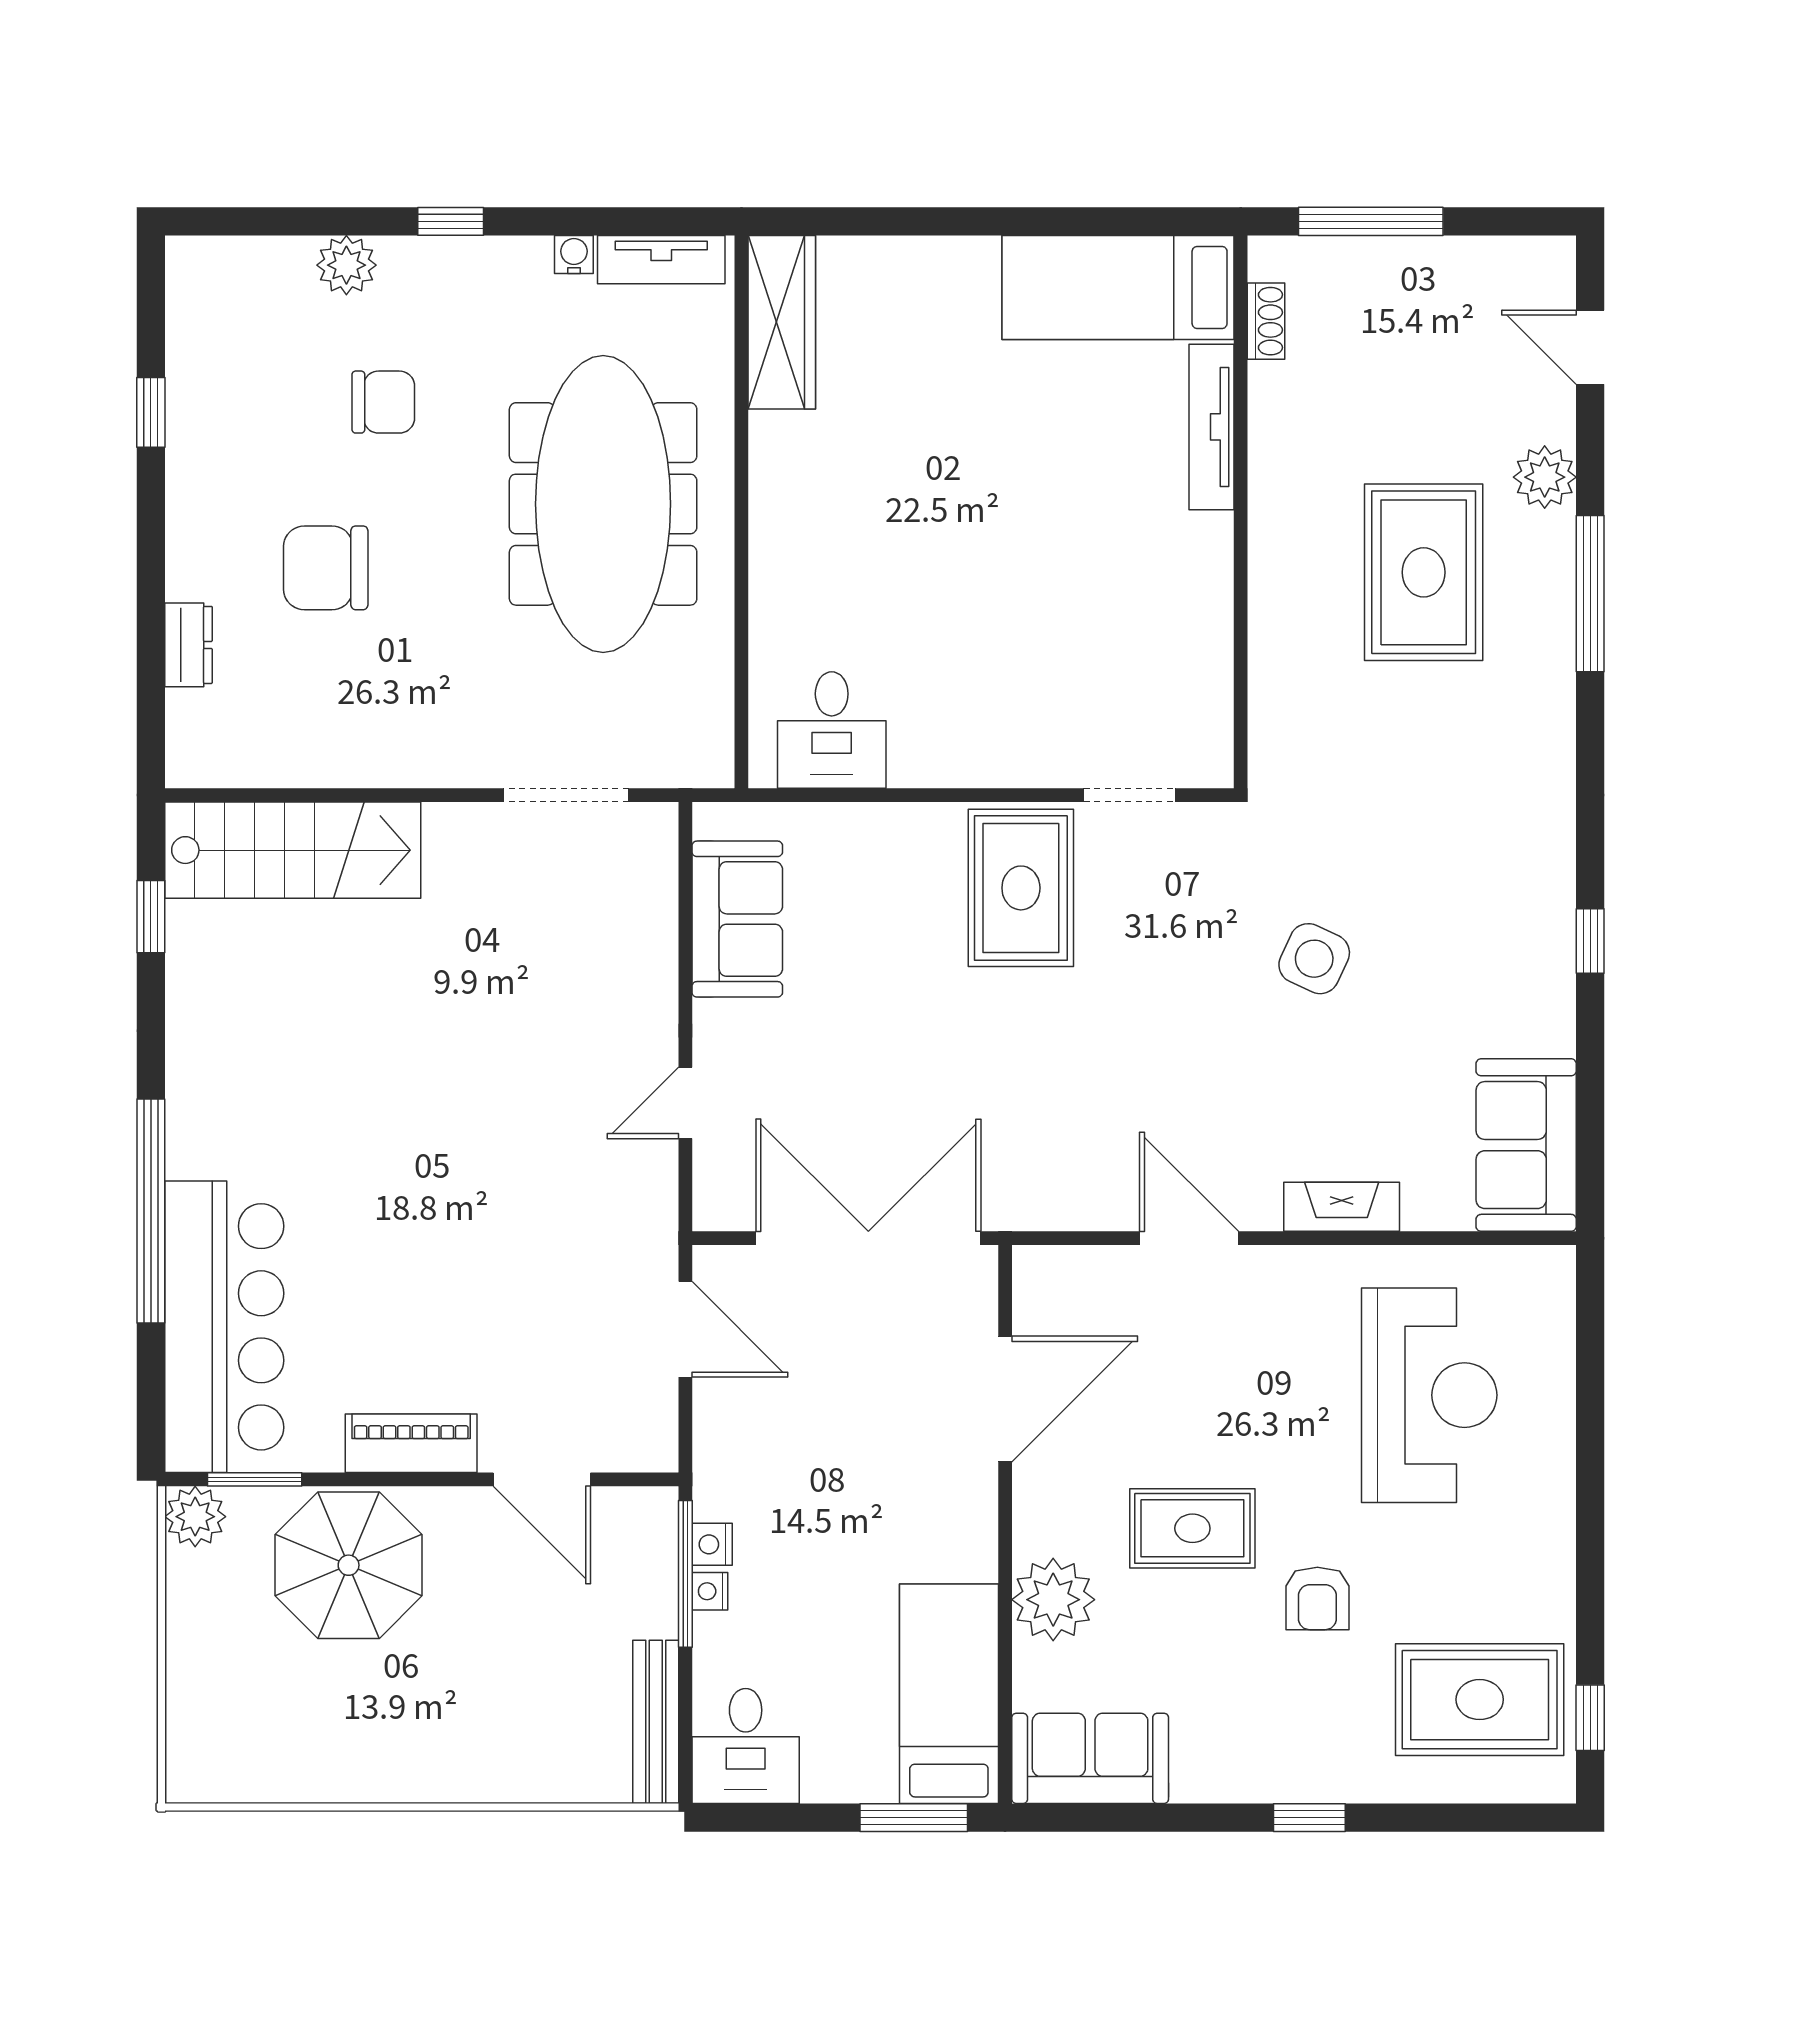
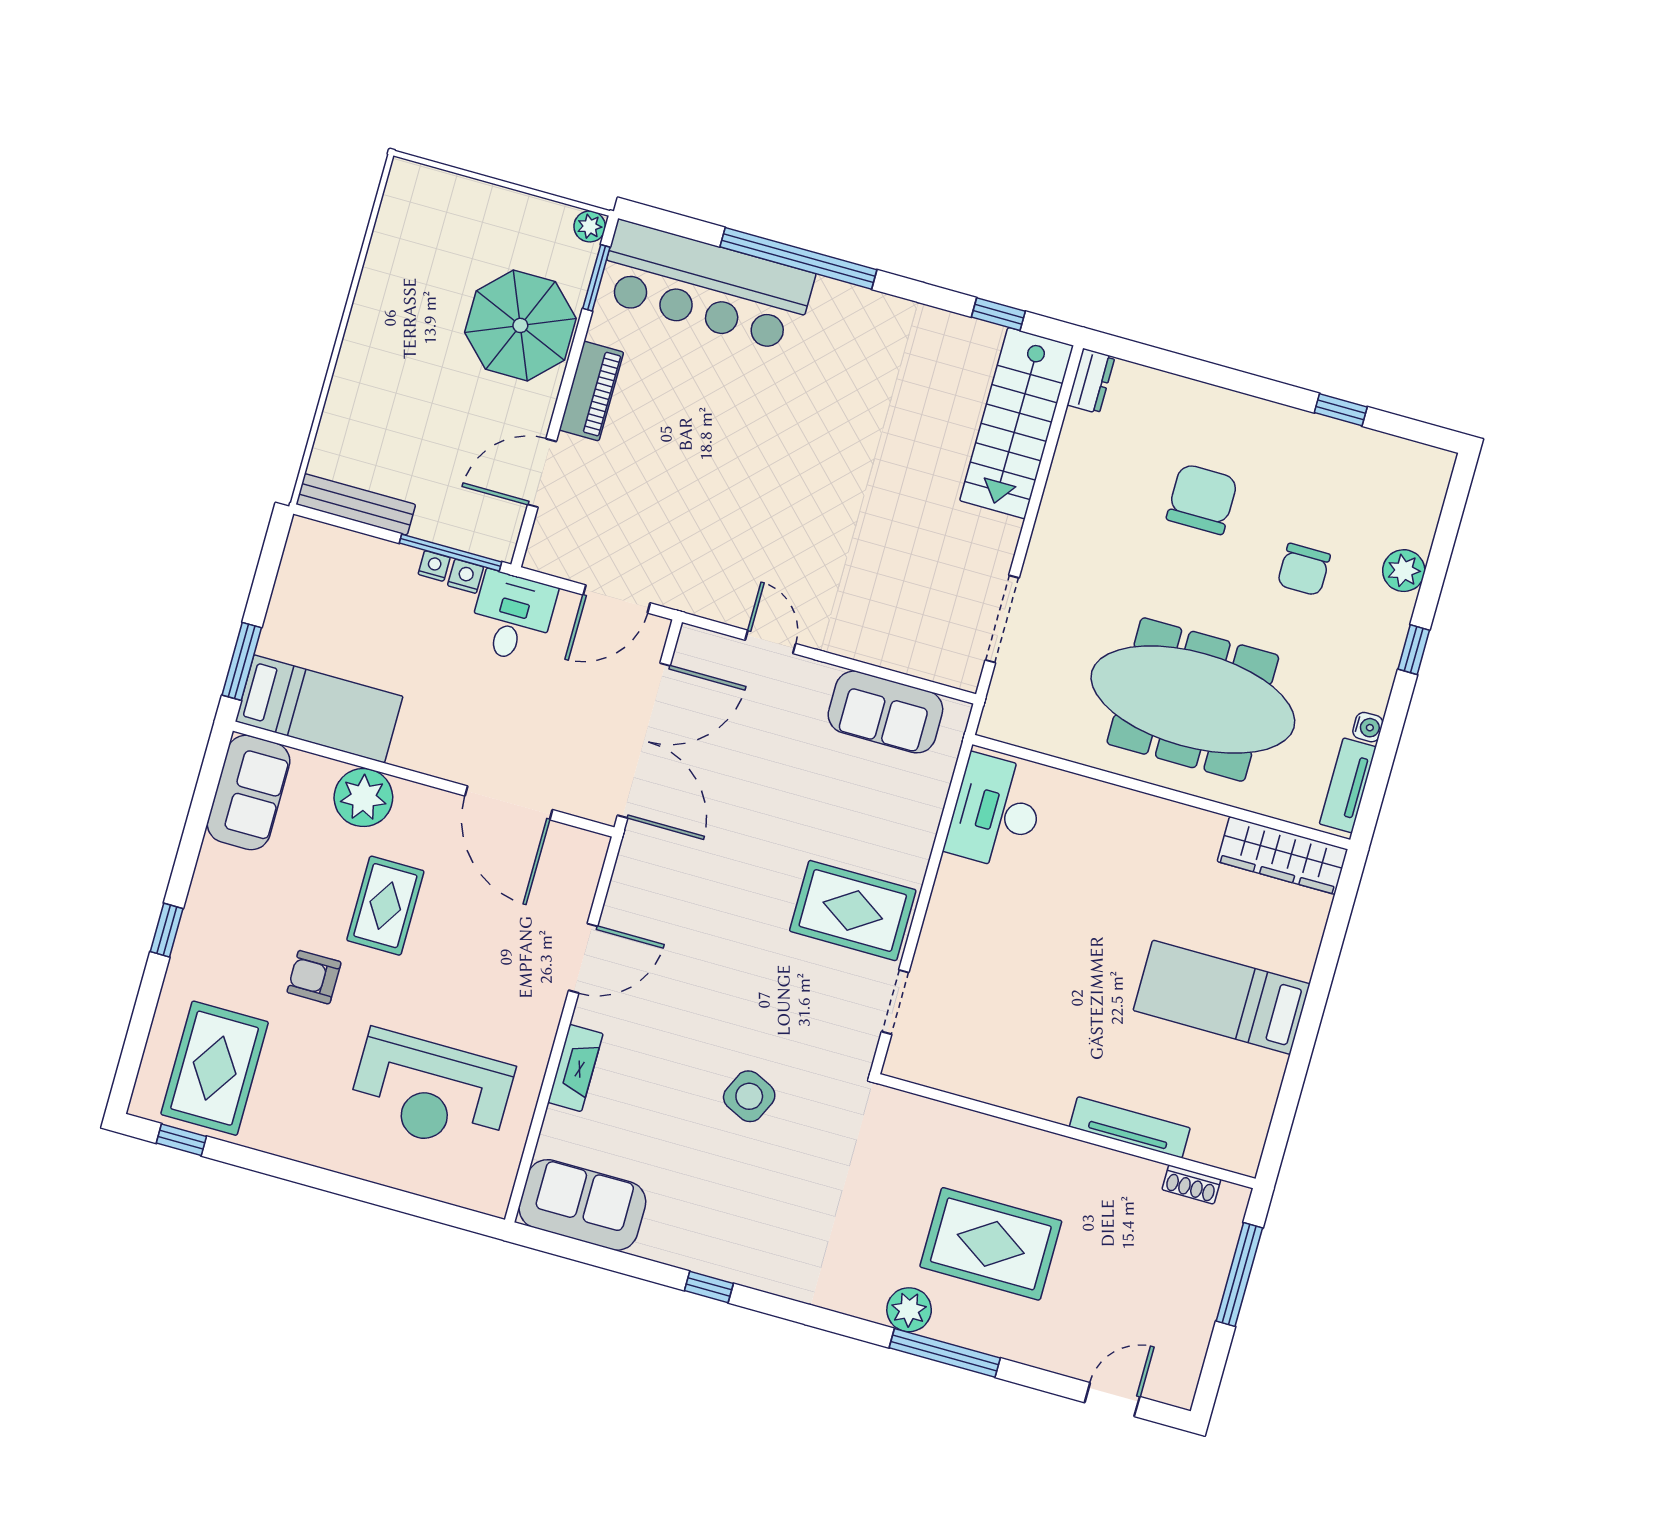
bed: (1118, 287) -> (1222, 997), moved, turned -90
plant: (1545, 477) -> (909, 1310), moved
dresser: (189, 645) -> (1091, 381), moved, turned -90
desk: (832, 730) -> (996, 812), width x1.37
plant: (195, 1517) -> (590, 226), width x0.73, depth x0.73
desk: (746, 1746) -> (512, 617), moved, turned 90

